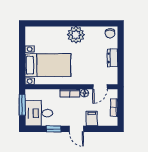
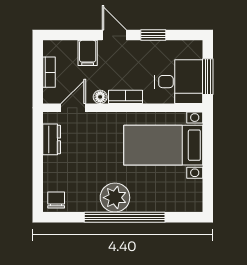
window: (70, 23) -> (125, 217), added
dresser: (113, 58) -> (52, 139), moved
desk: (39, 113) -> (179, 82), moved

